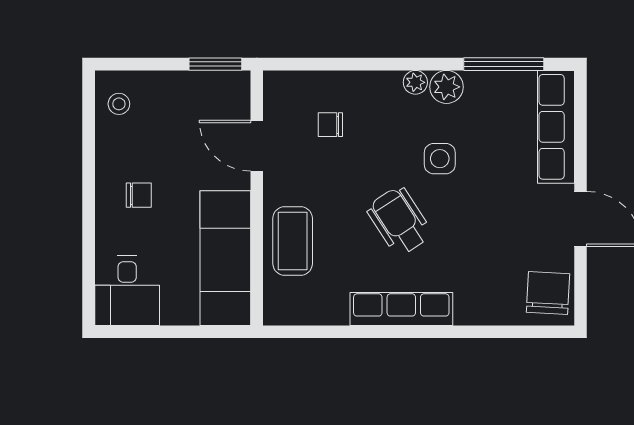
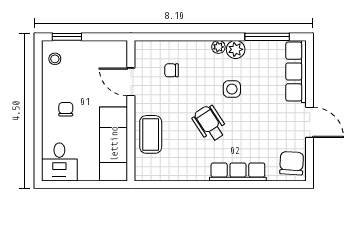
window: (215, 64) -> (67, 37), moved
chair: (139, 195) -> (66, 109), turned -90
row of seats: (401, 309) -> (238, 172), moved

